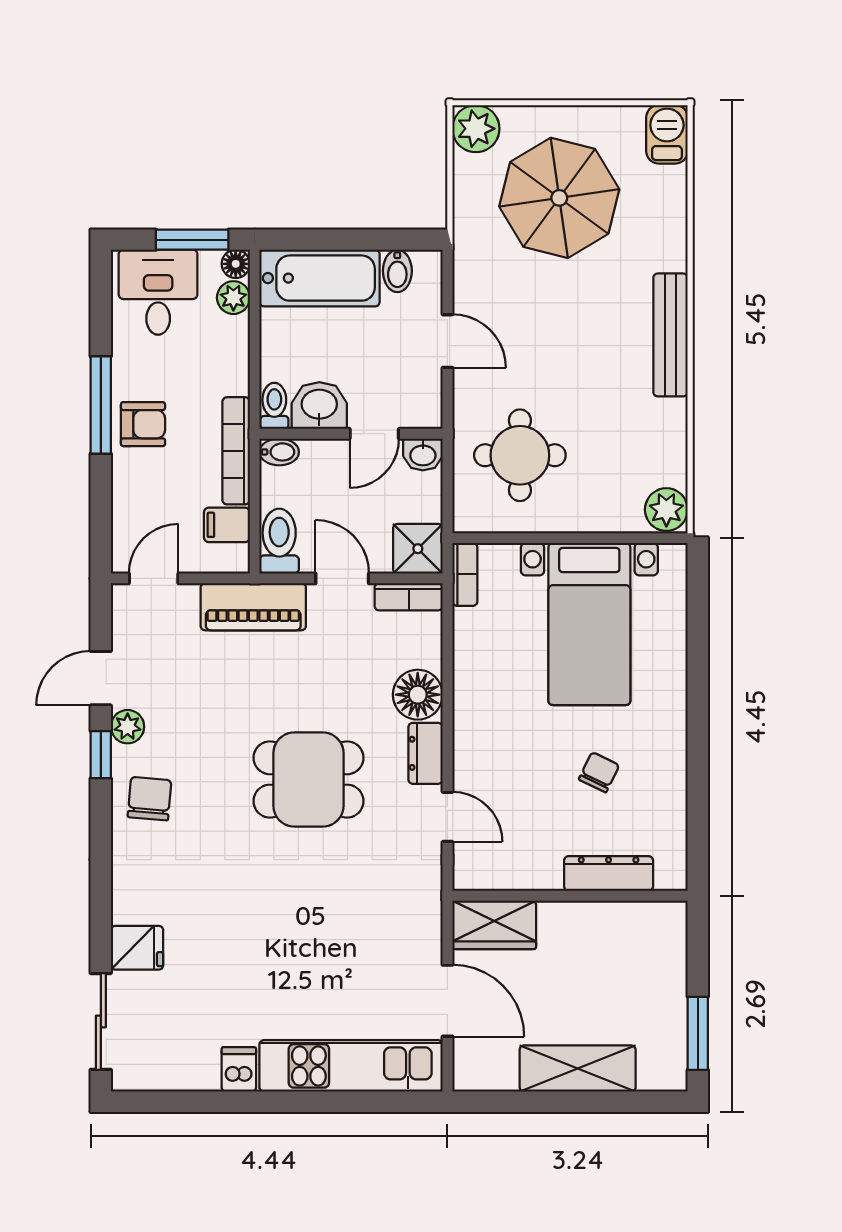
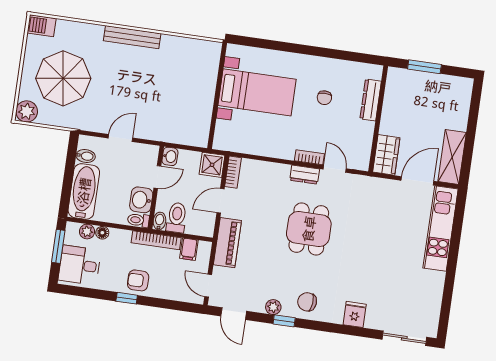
floor lamp: (236, 264) -> (102, 233), moved
window: (101, 405) -> (127, 298), width x0.46
armchair: (143, 424) -> (138, 280), turned -90
door: (374, 434) -> (157, 177), hinge flipped
round table: (520, 455) -> (177, 113), removed
plant: (666, 510) -> (210, 50), removed
toilet: (279, 541) -> (177, 218), moved, turned 90
bookcase: (465, 574) -> (309, 157), moved
door: (101, 678) -> (234, 314), moved
floor lamp: (418, 695) -> (278, 174), removed
chair: (599, 772) -> (324, 98), turned -116
door: (447, 817) -> (335, 169), hinge flipped
fridge: (137, 948) -> (355, 314), moved
window: (698, 1033) -> (424, 67), moved
dishwasher: (239, 1069) -> (435, 279), removed
shelving: (578, 1069) -> (452, 157), moved

